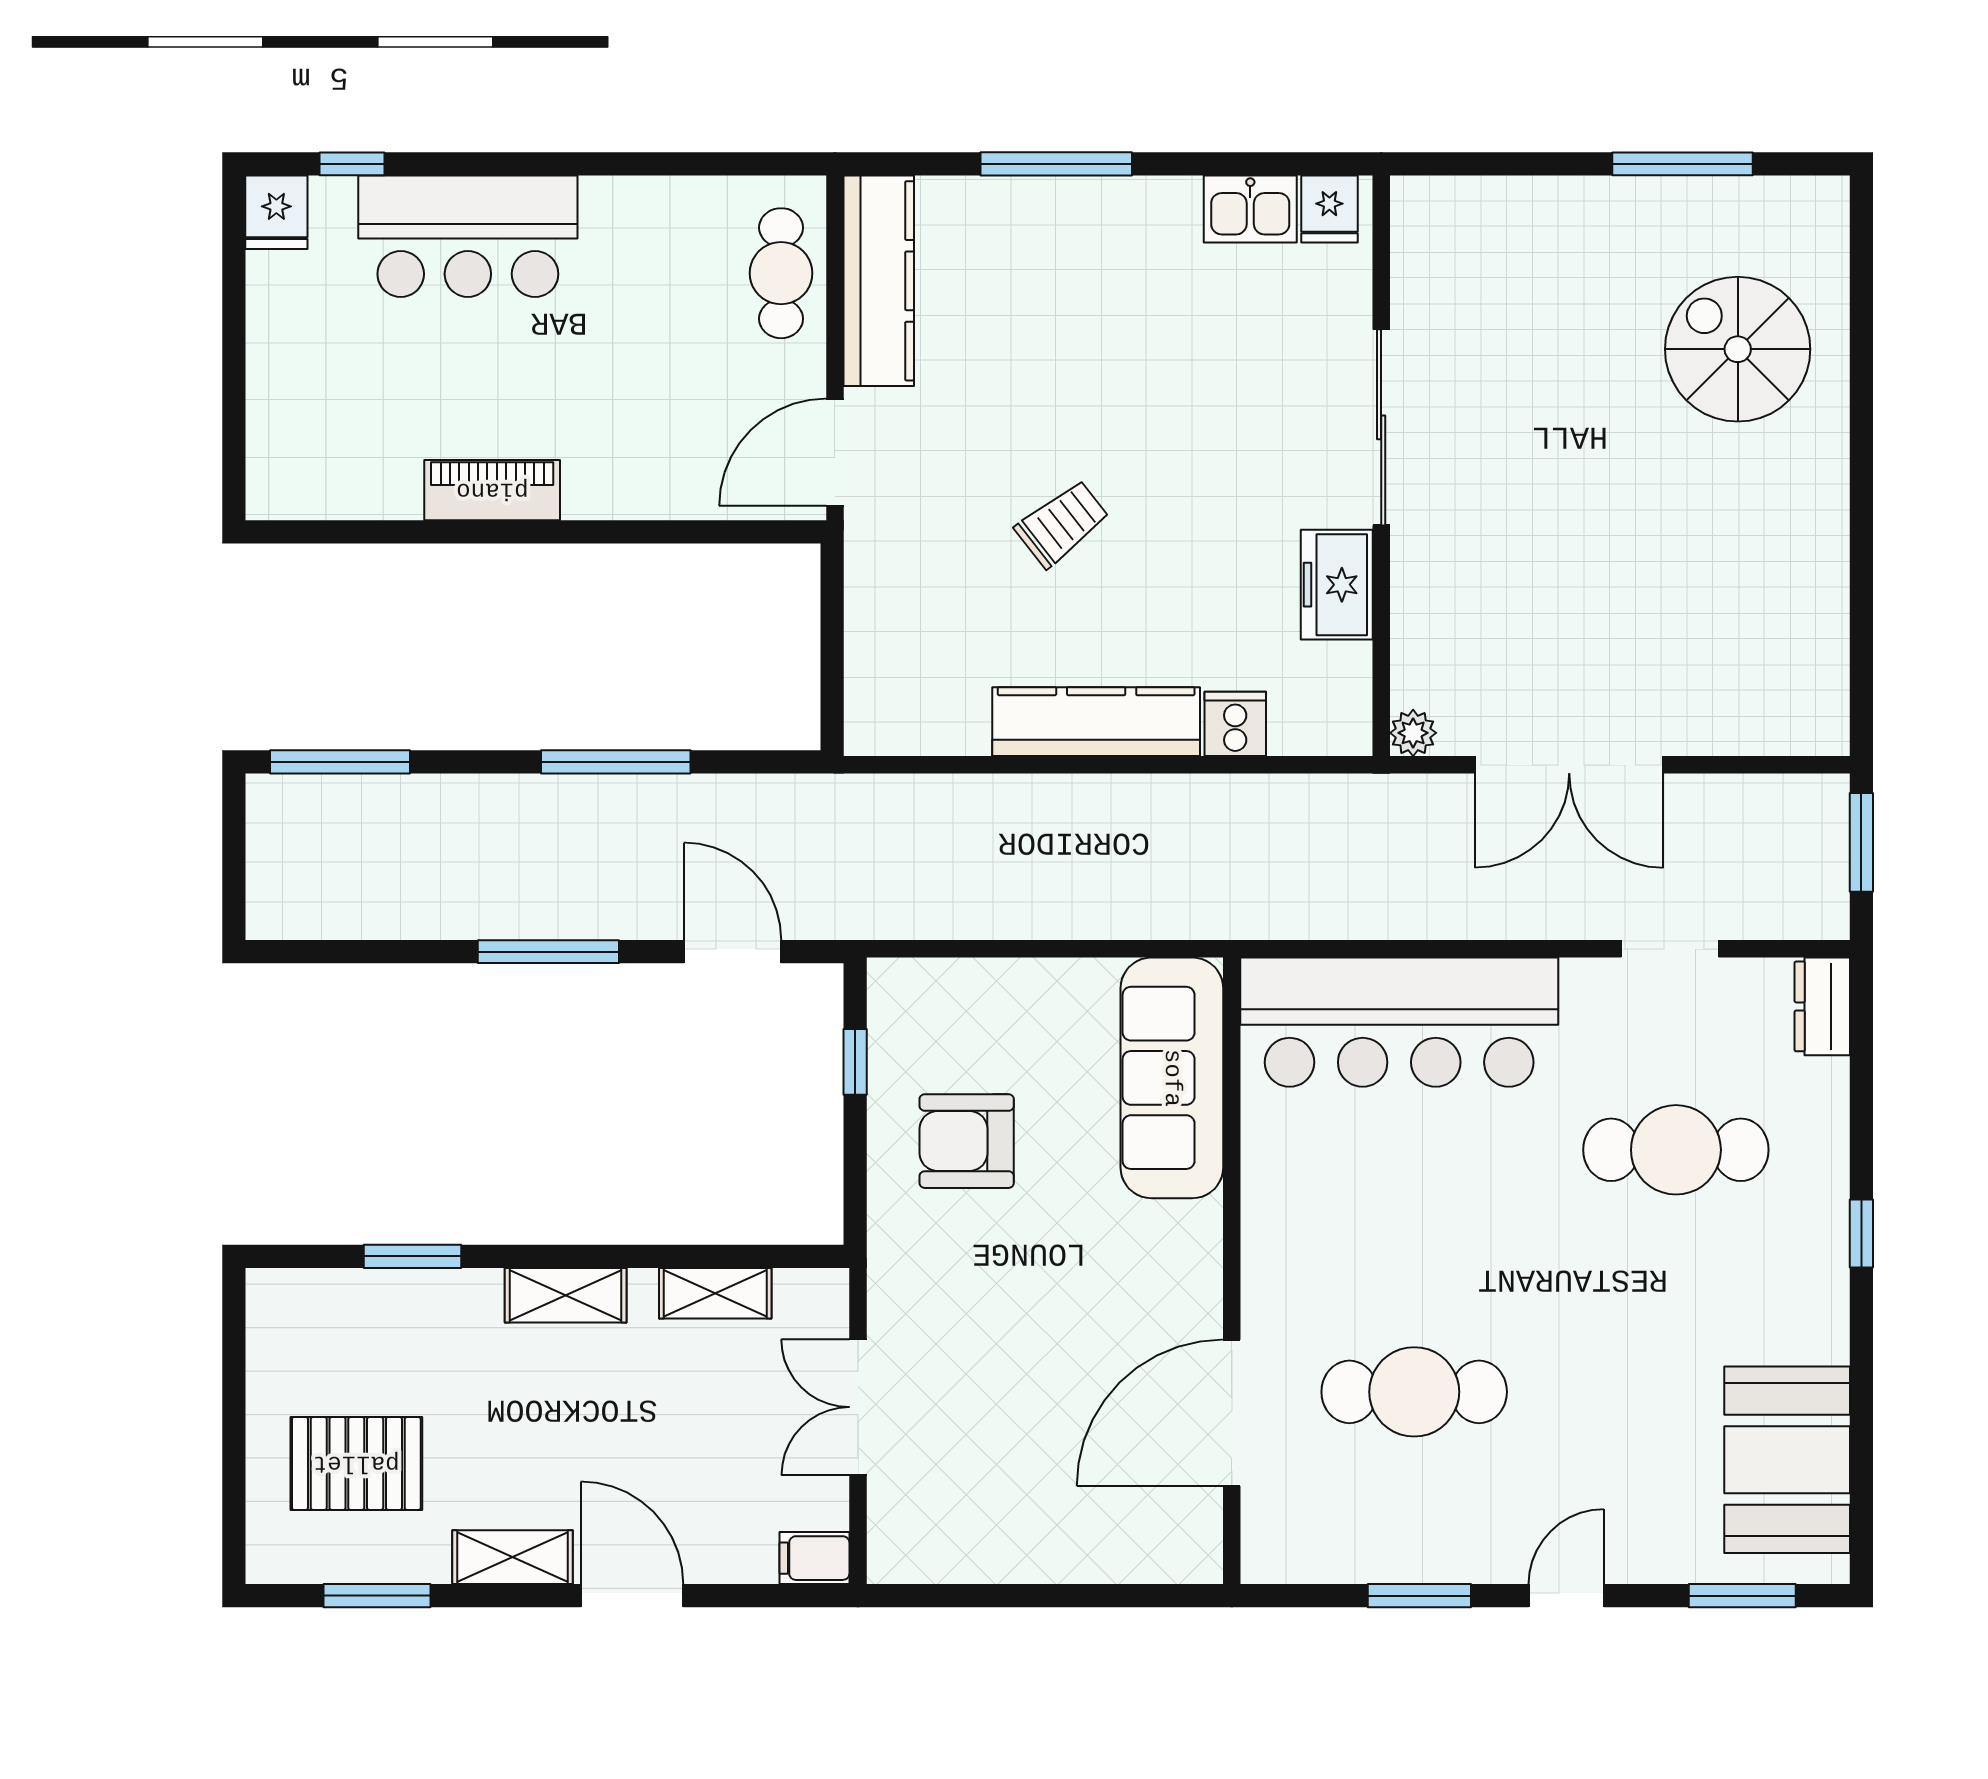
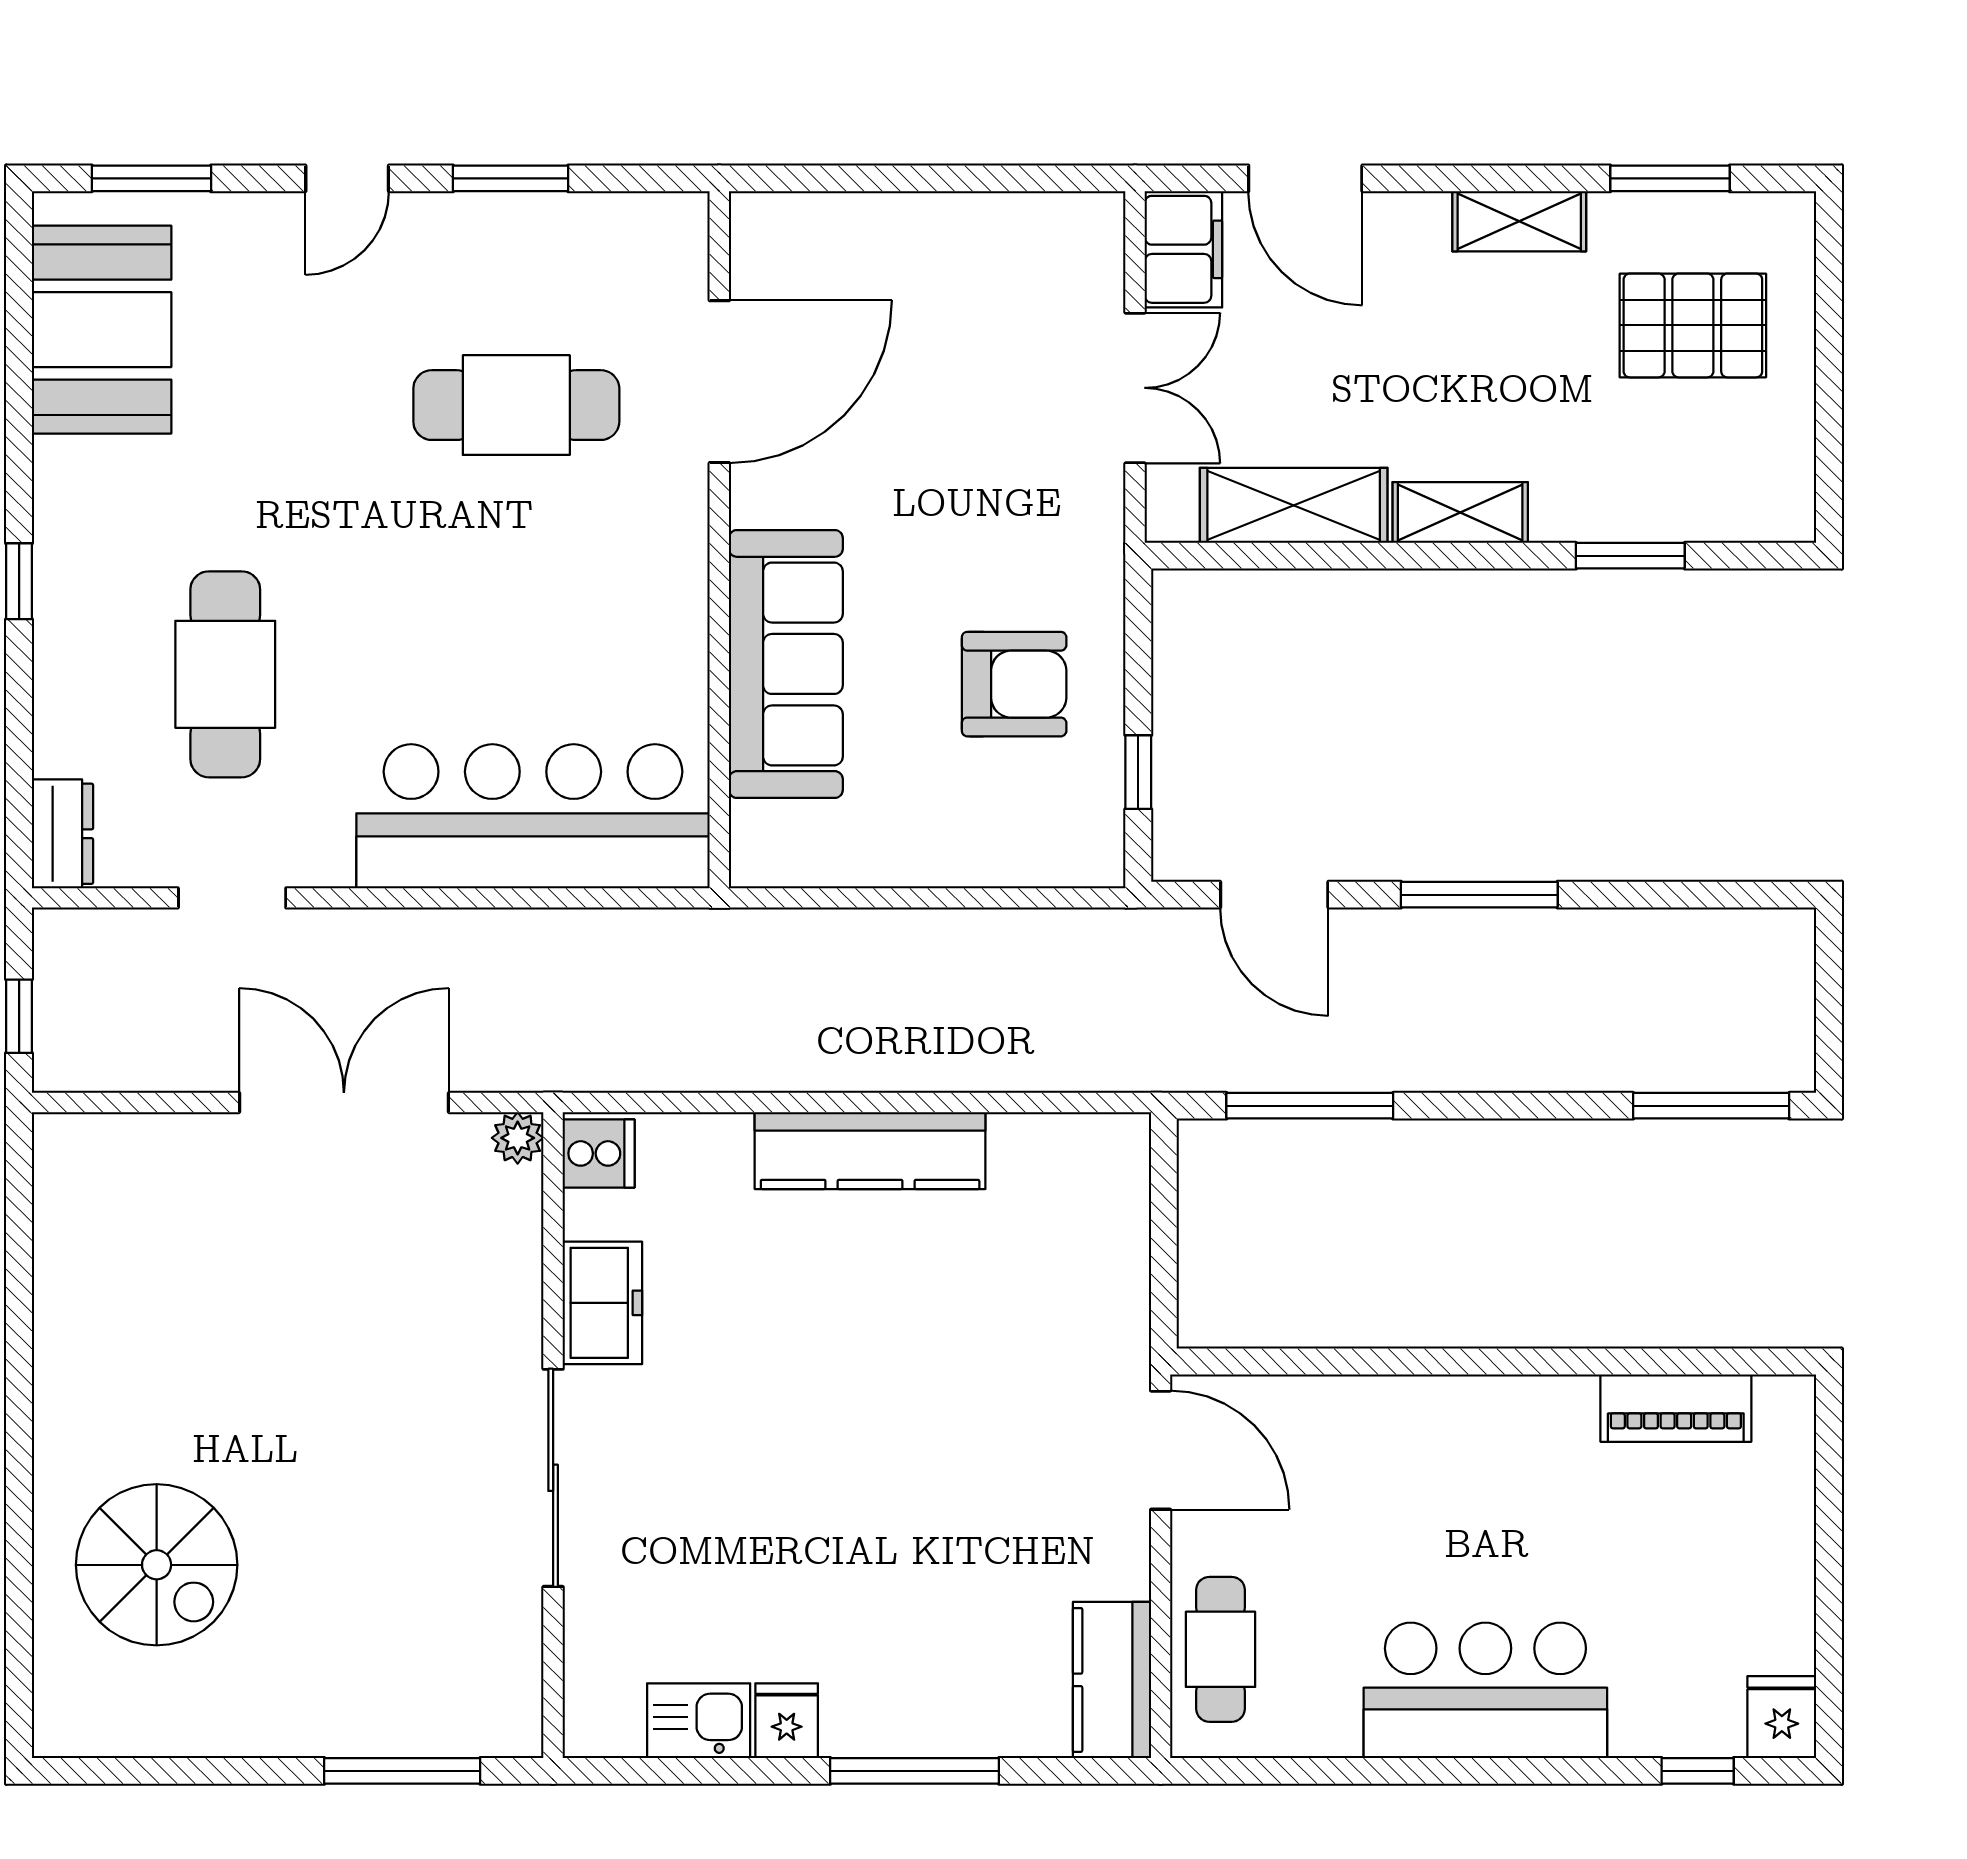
window: (1683, 164) -> (402, 1771), moved
fridge: (1329, 209) -> (787, 1721), moved
bar counter: (468, 236) -> (1485, 1690), moved
kitchen counter: (879, 281) -> (1112, 1680), width x0.67
door: (835, 452) -> (1161, 1450), hinge flipped
piano: (492, 490) -> (1676, 1408), moved
trolley: (1062, 524) -> (908, 1371), removed
cooker: (1235, 724) -> (599, 1153), moved, turned -90
window: (616, 762) -> (1310, 1106), moved
window: (1861, 842) -> (19, 1016), width x0.67
sofa: (1172, 1078) -> (786, 664), moved
cafe table: (1676, 1150) -> (225, 674), turned 90
shelving: (715, 1293) -> (1294, 505), width x1.50, depth x1.33
filing cabinet: (814, 1558) -> (1183, 249), width x2.00
door: (632, 1596) -> (1305, 178), moved

